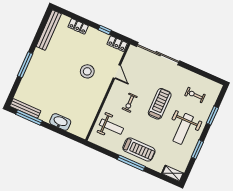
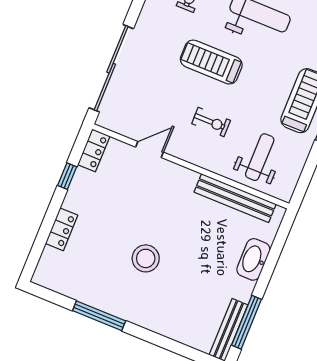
bench: (49, 30) -> (235, 198), moved
window: (25, 65) -> (99, 316), moved
stool: (87, 71) -> (146, 258), moved

